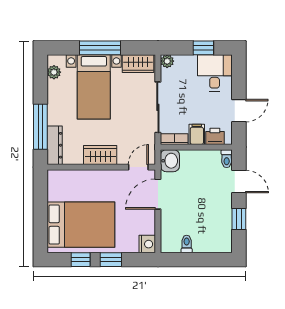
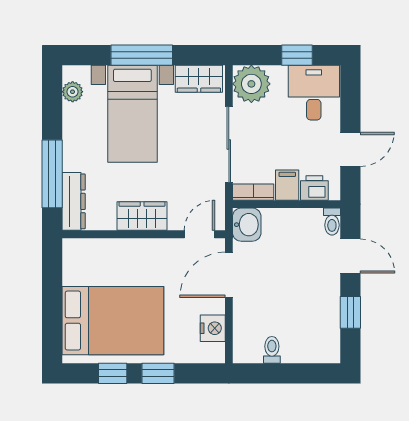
plant: (167, 61) -> (251, 84), width x1.87, depth x1.87
nightstand: (147, 244) -> (213, 328), moved

